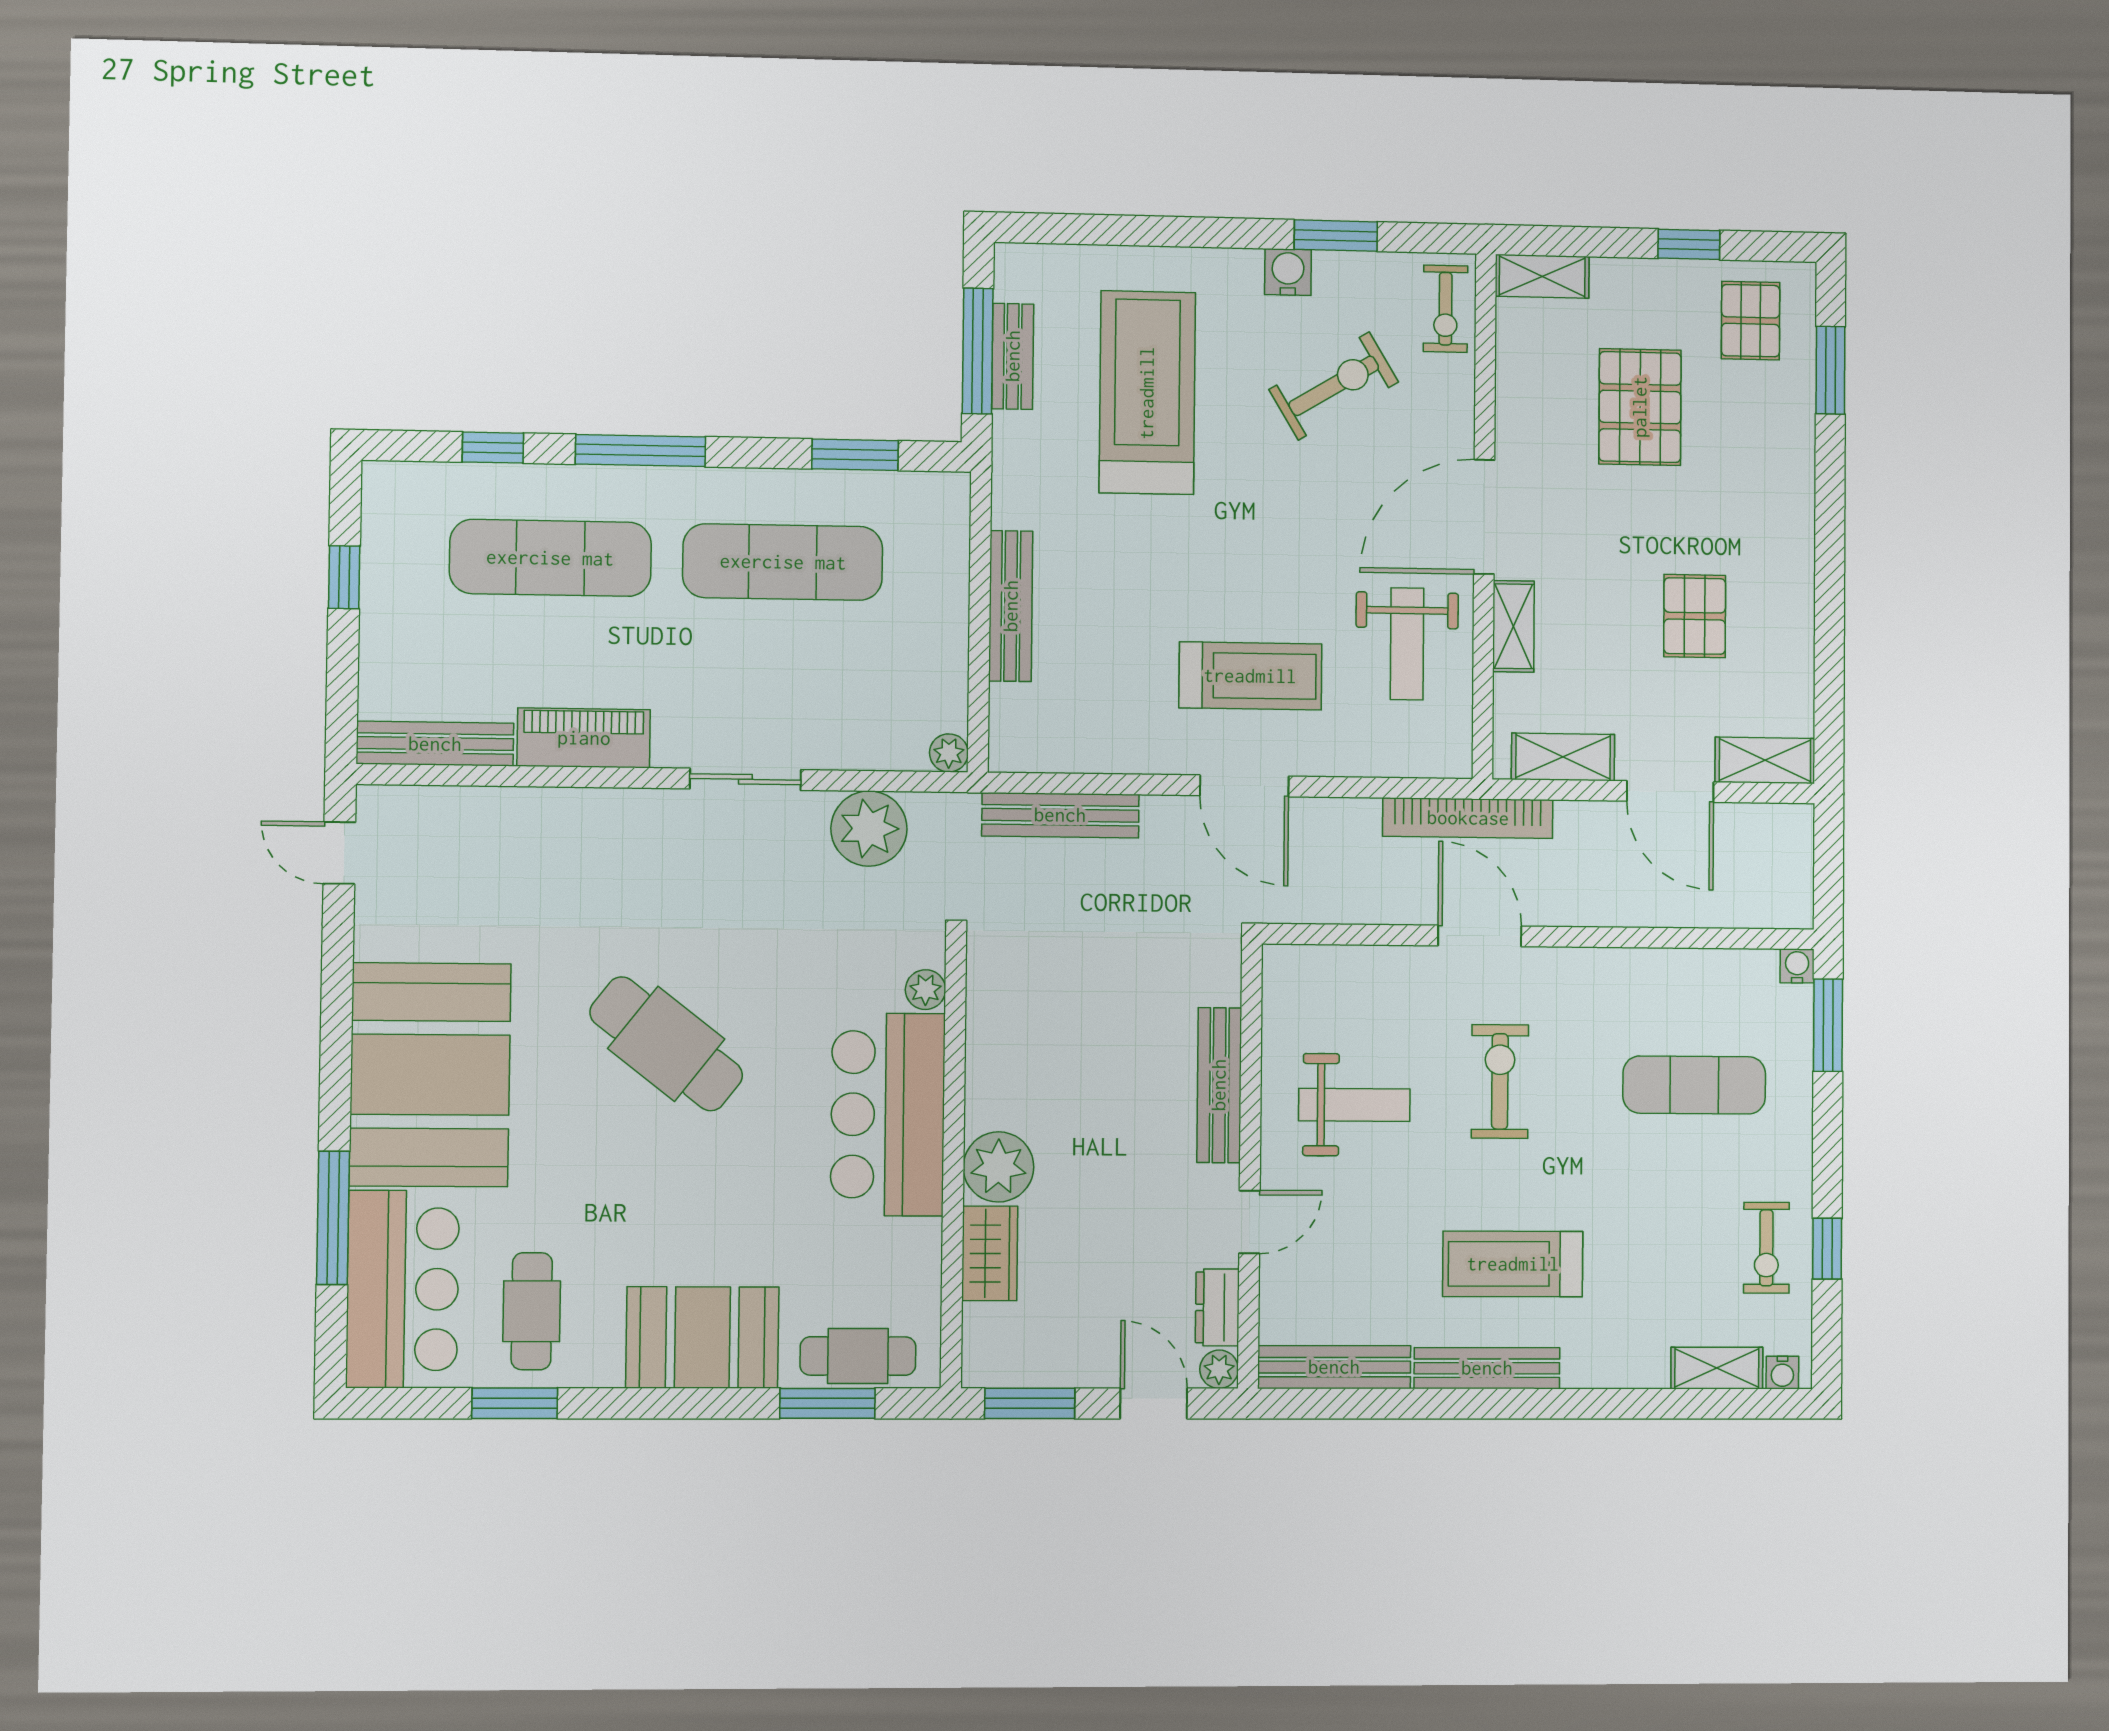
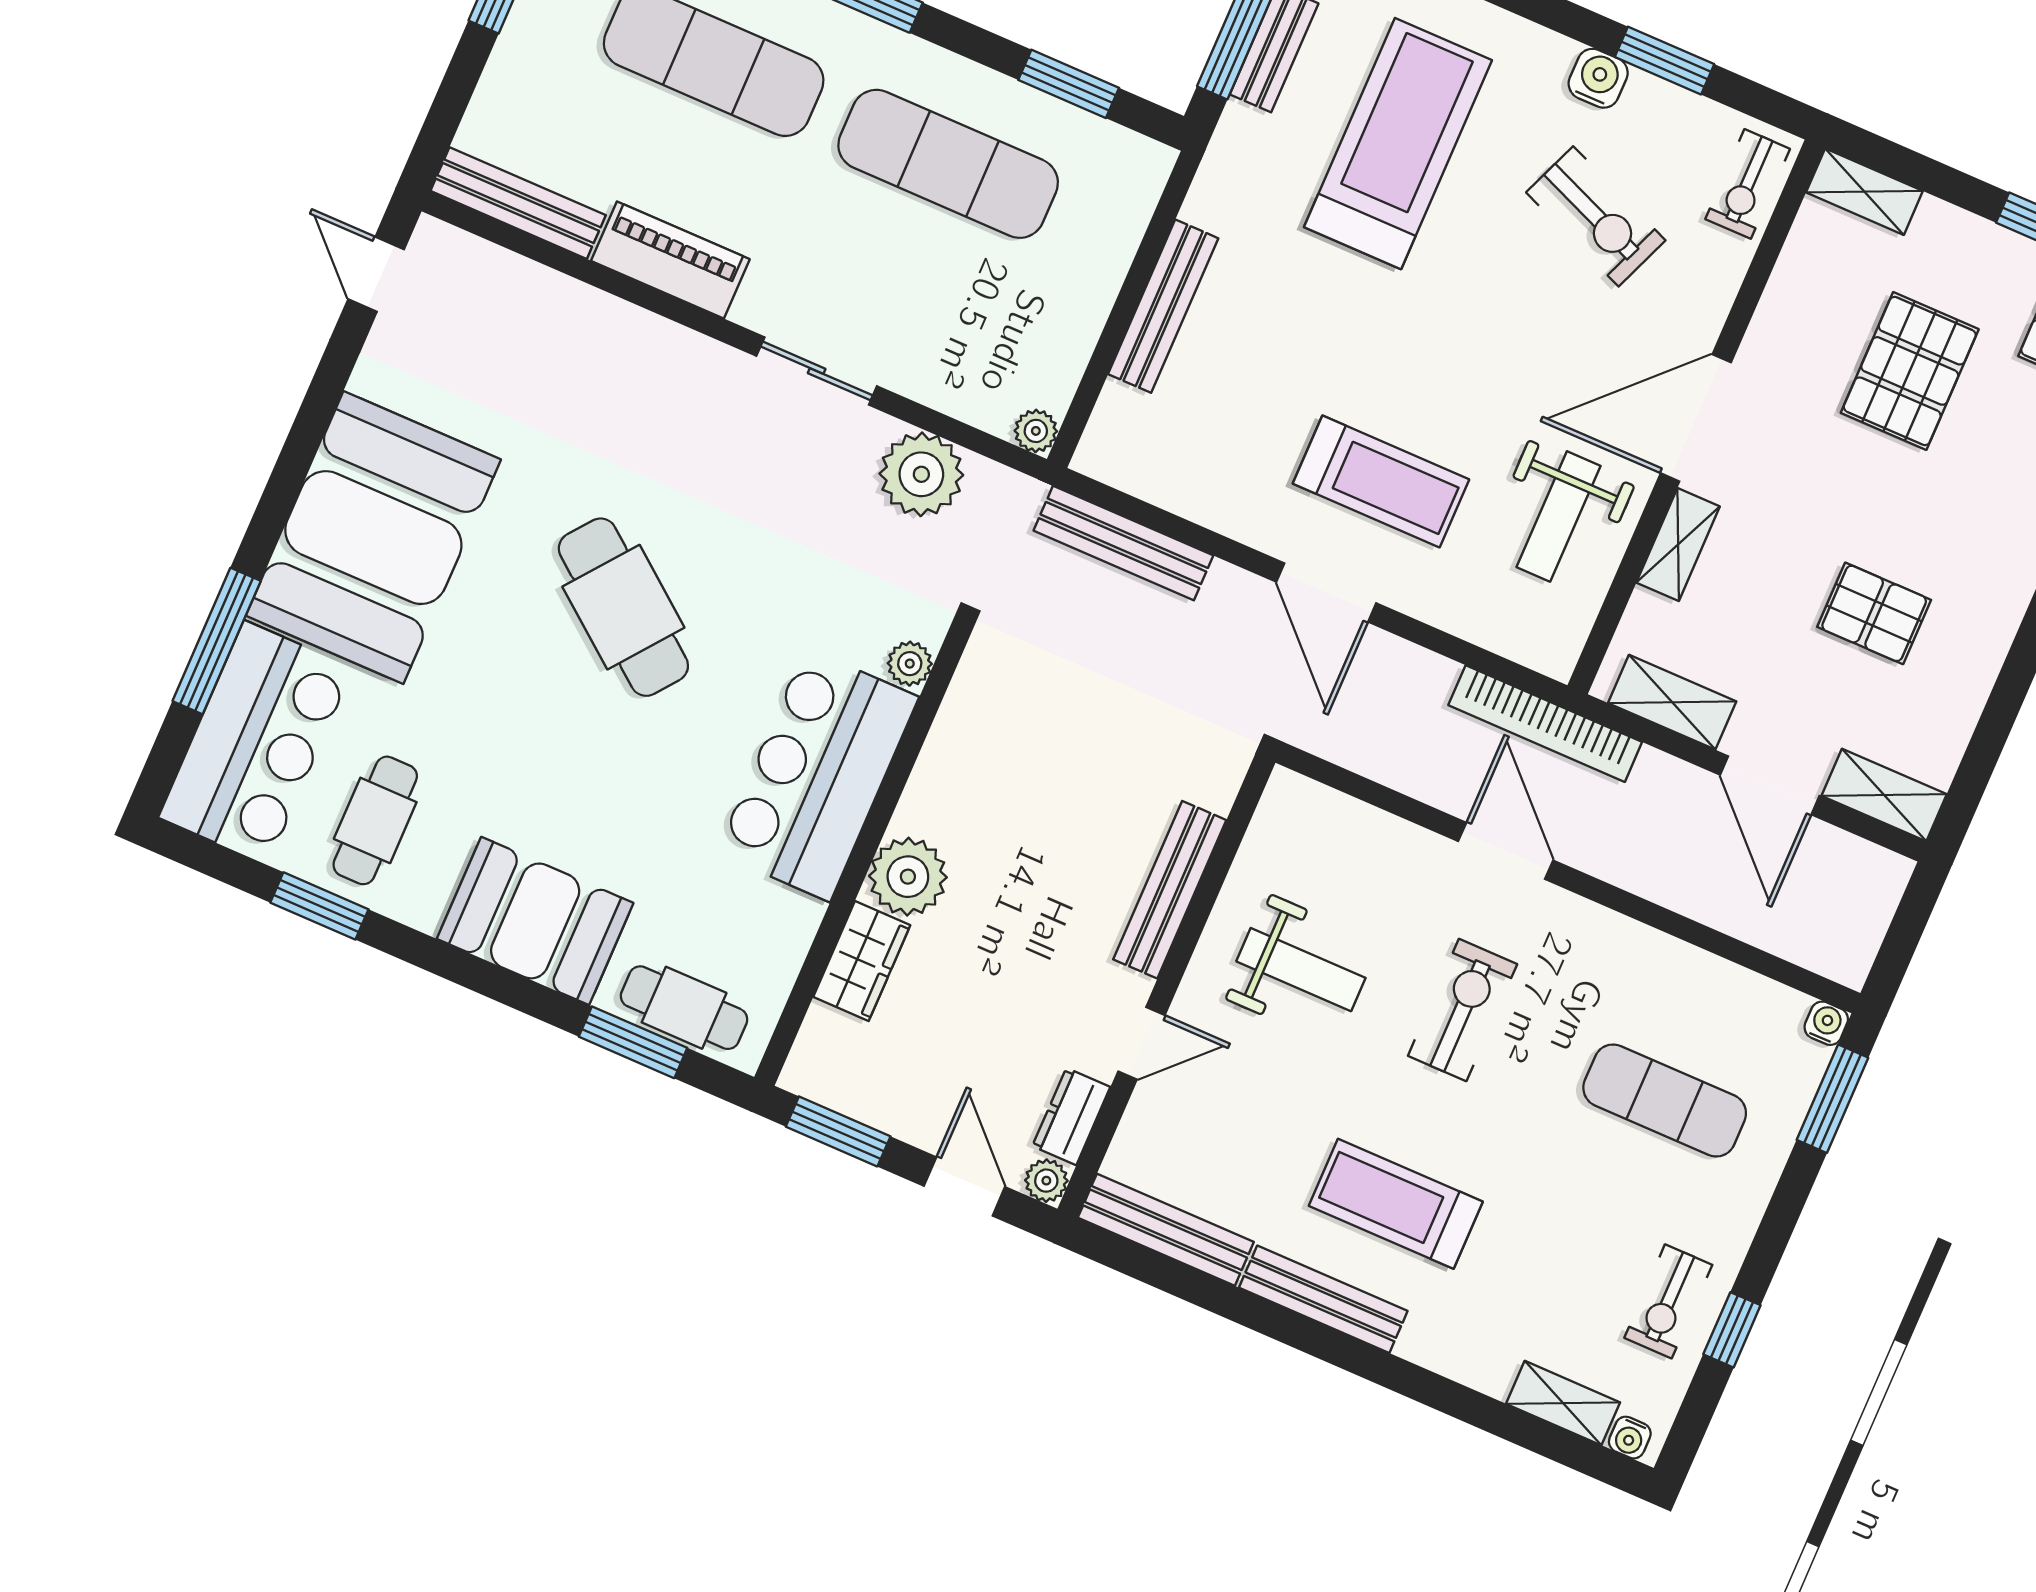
exercise bike: (1334, 386) -> (1596, 216), turned 53
pallet: (1695, 616) -> (1874, 613), turned 90

